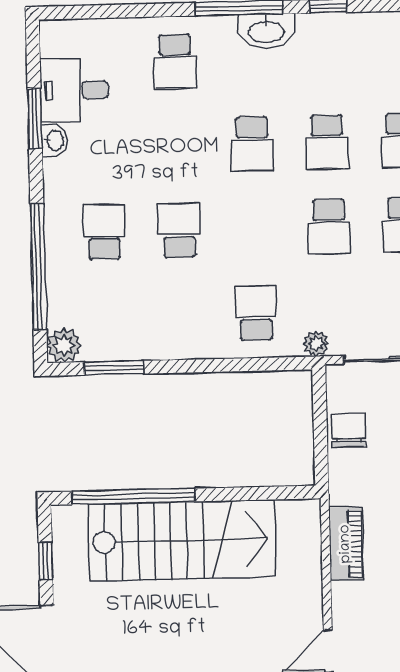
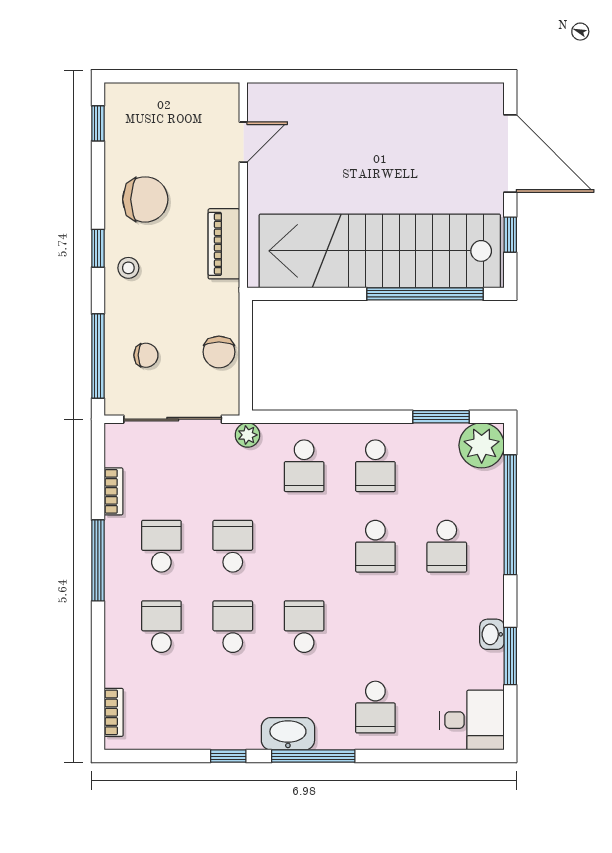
school desk: (175, 61) -> (375, 707), turned 180
desk: (74, 90) -> (472, 720), moved
school desk: (181, 315) -> (375, 466), added
plant: (64, 345) -> (482, 445), width x1.36, depth x1.36
stairs: (182, 540) -> (380, 251), width x1.36

